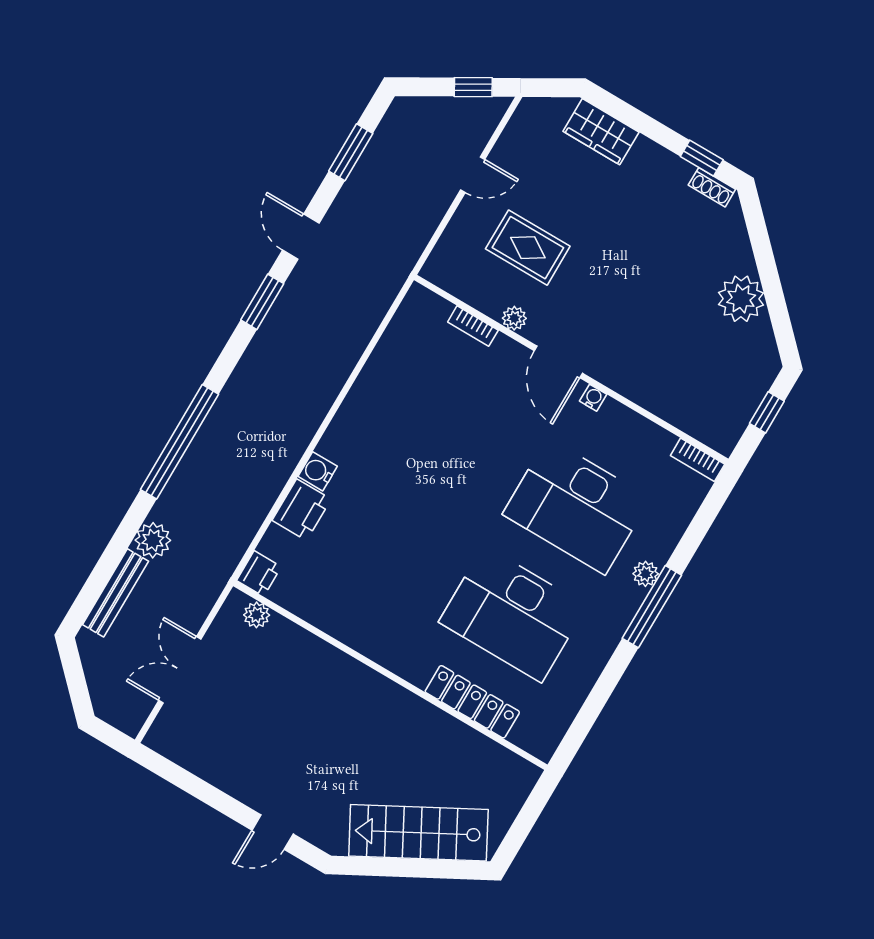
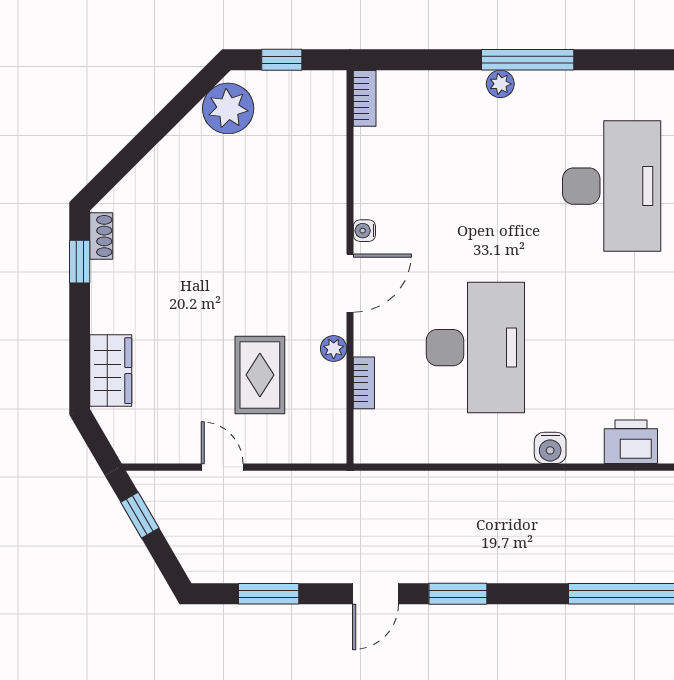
plant: (741, 299) -> (228, 108), moved
water cooler: (318, 471) -> (550, 448), moved
desk: (576, 506) -> (475, 348), moved

